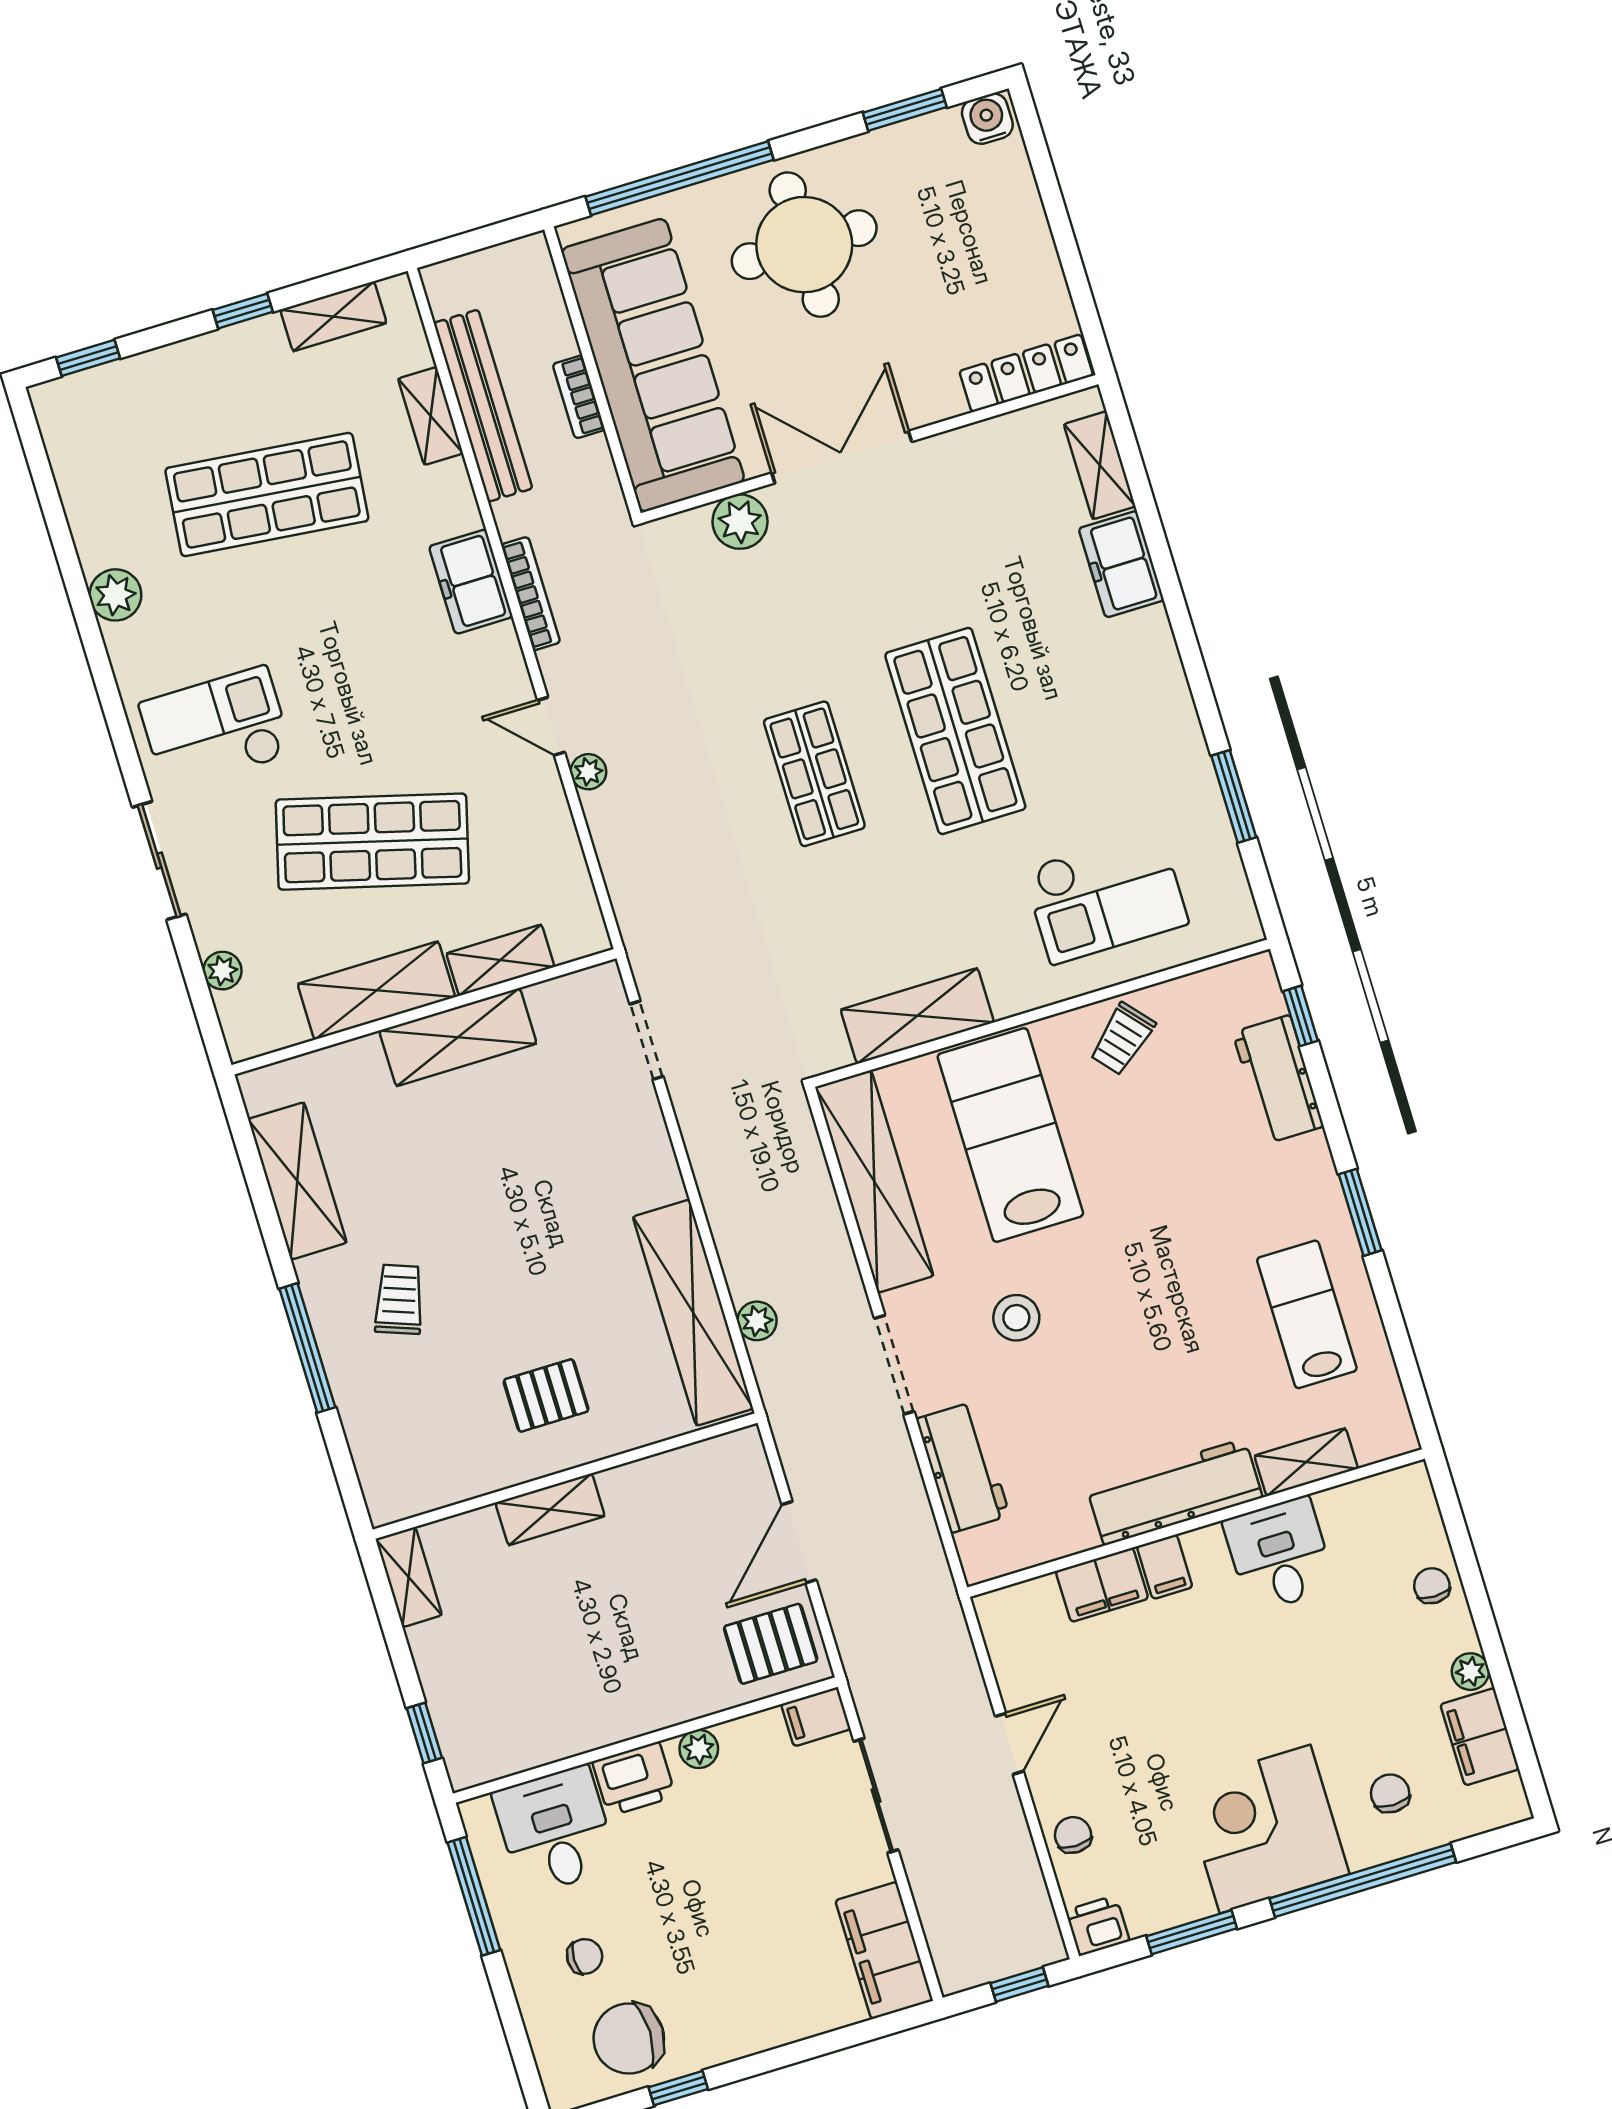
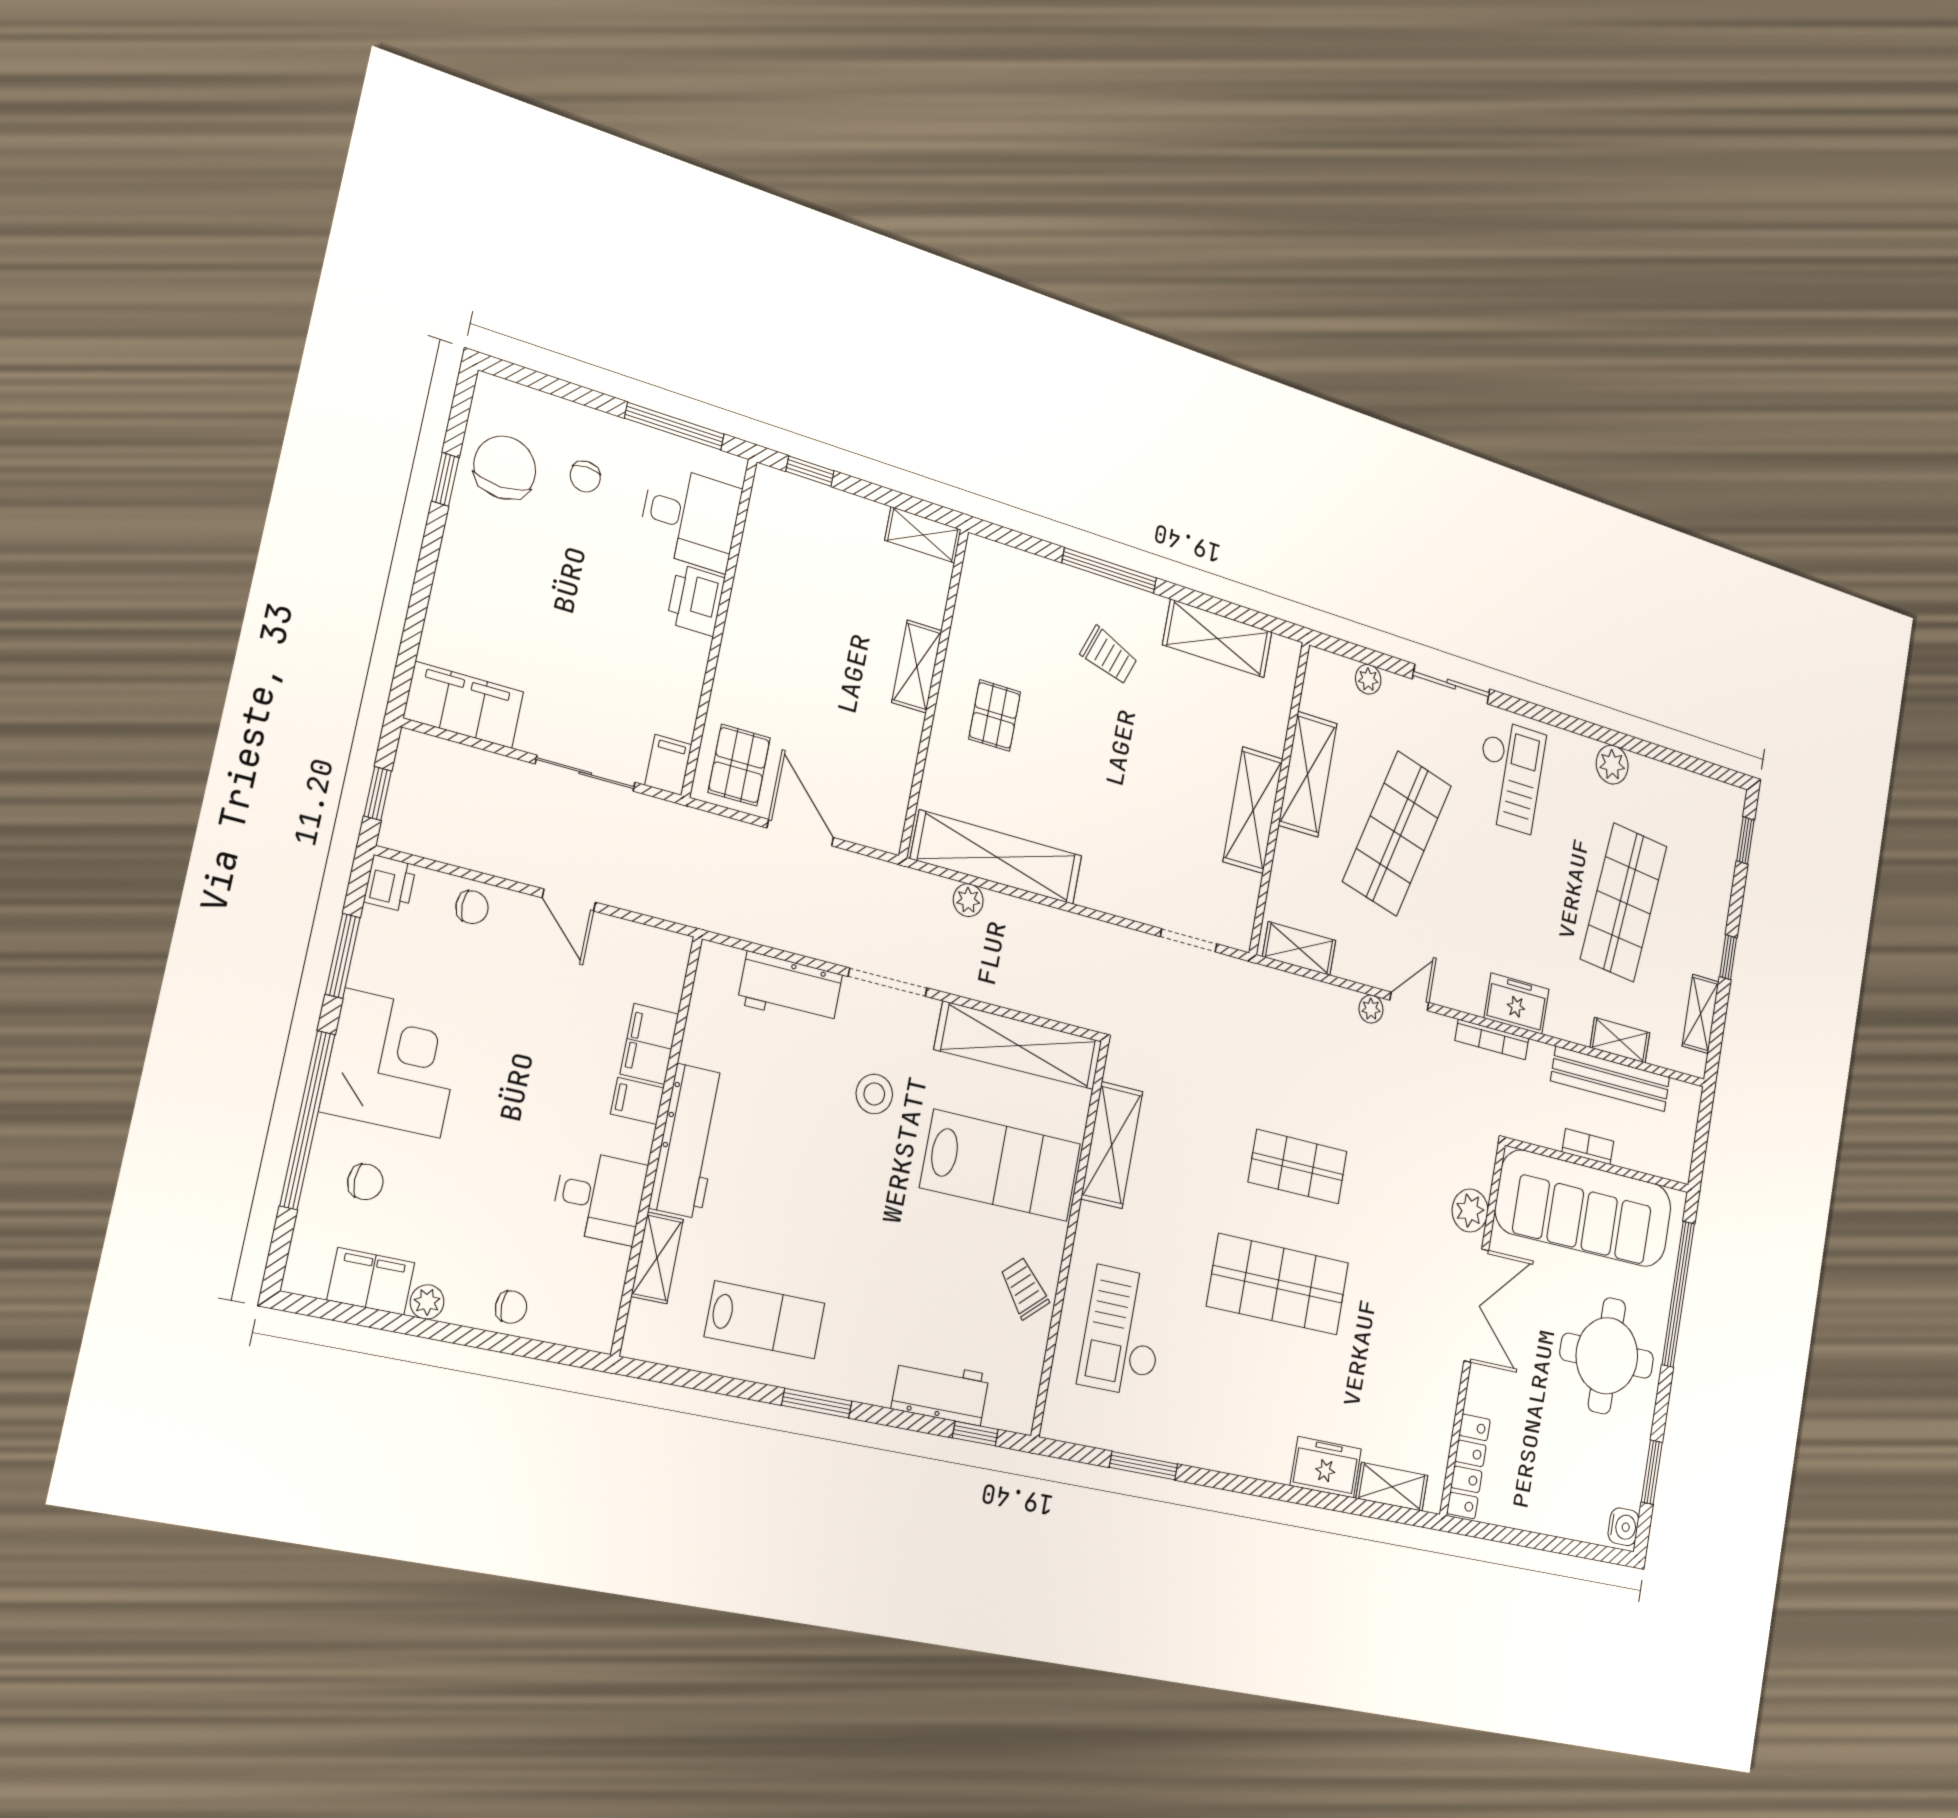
shelving: (500, 960) -> (1299, 949), moved, turned 90
plant: (699, 1749) -> (692, 662), removed

